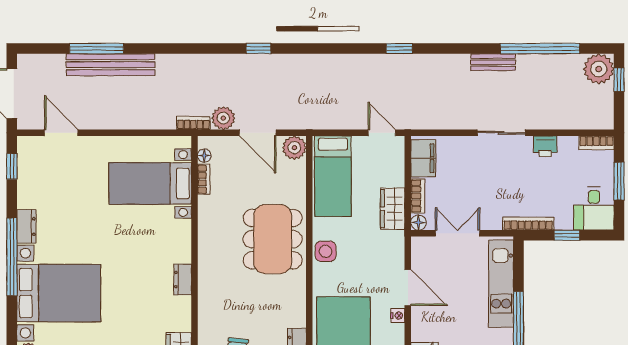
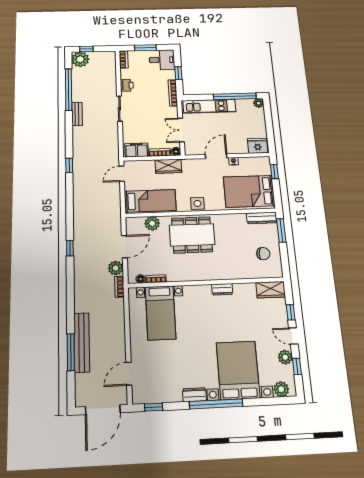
plant: (294, 148) -> (152, 223), moved

